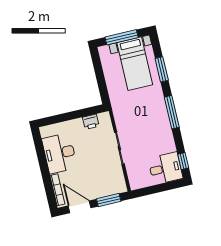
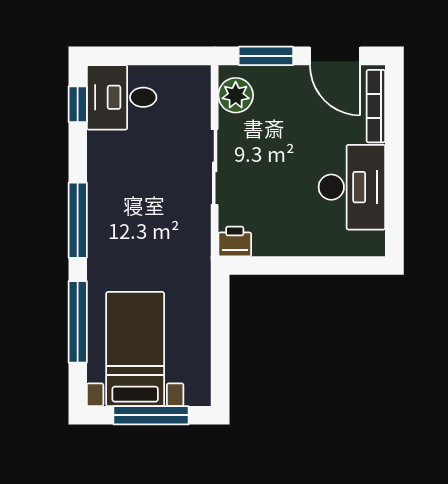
window: (162, 69) -> (78, 322), width x1.44
printer: (91, 122) -> (235, 241), moved
plant: (118, 180) -> (236, 95), added

